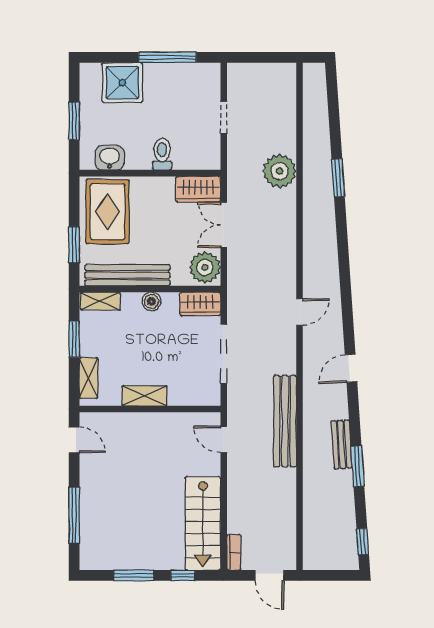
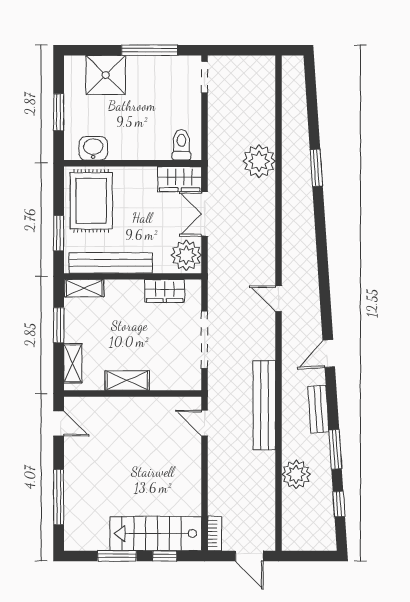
doorway: (224, 117) -> (205, 77), moved
toilet: (162, 154) -> (181, 145), moved
boiler: (151, 301) -> (134, 289), removed
wardrobe: (200, 304) -> (165, 291), moved
door: (300, 312) -> (279, 299), swing flipped
bench: (342, 444) -> (318, 409), moved
plant: (317, 492) -> (296, 474), added
stairs: (203, 523) -> (156, 534), moved, turned 90
window: (363, 542) -> (339, 504), moved

